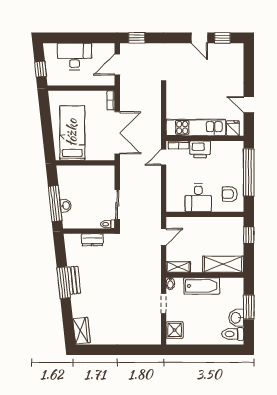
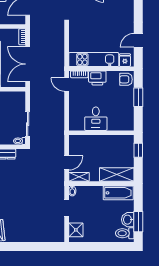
door: (249, 105) -> (138, 40), hinge flipped
double door: (117, 133) -> (28, 64), swing flipped
door: (164, 157) -> (67, 85), hinge flipped
window: (249, 172) -> (138, 97), width x0.47
armchair: (230, 194) -> (126, 79), moved
door: (164, 237) -> (67, 163), moved
bathtub: (202, 286) -> (118, 193), moved
window: (249, 307) -> (138, 222), moved

